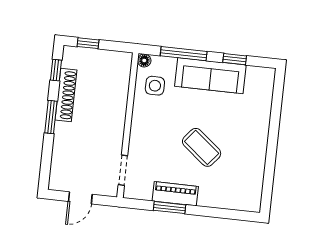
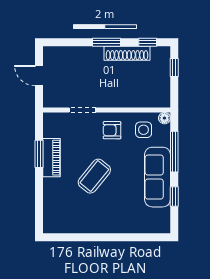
armchair: (152, 122) -> (112, 130), added
doorway: (123, 170) -> (82, 110), moved

